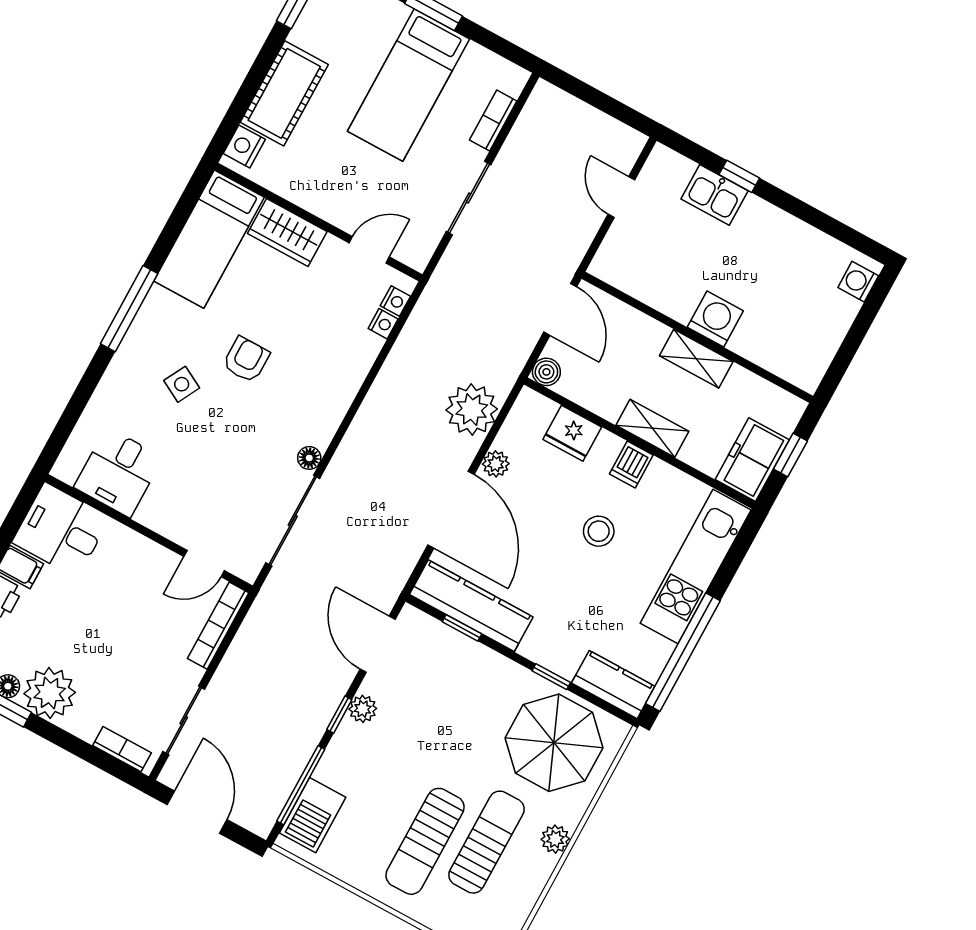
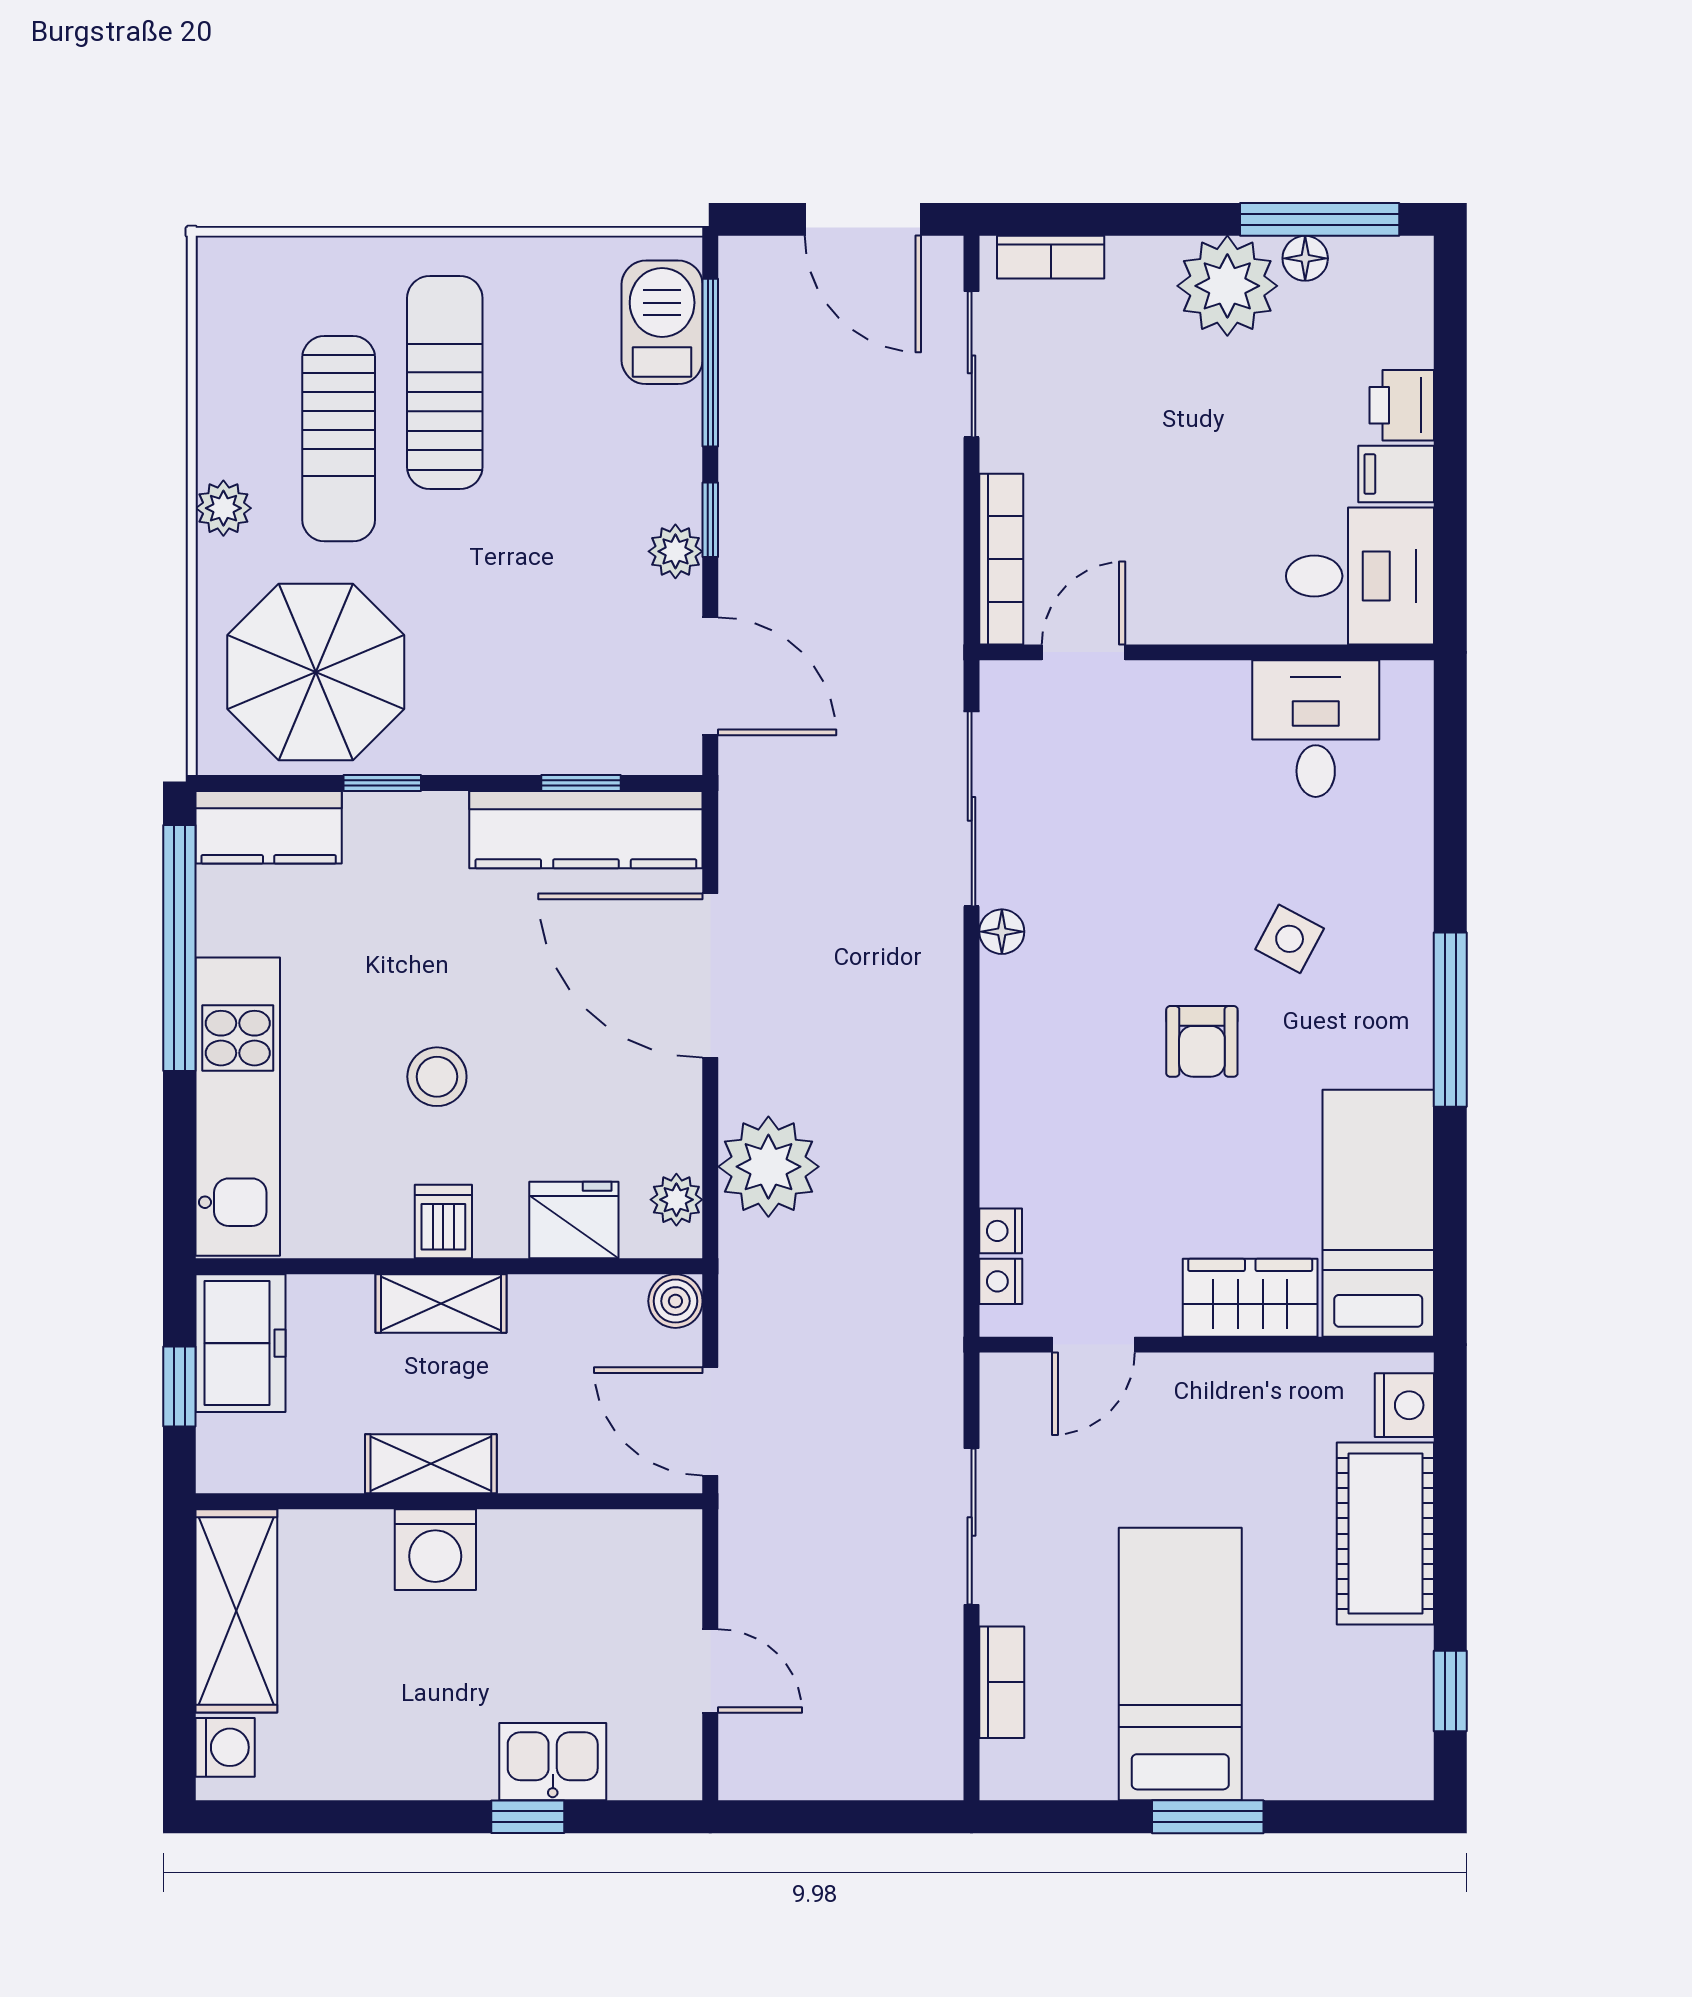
shelving: (820, 340) -> (236, 1611), added
plant: (496, 464) -> (676, 1200), moved

